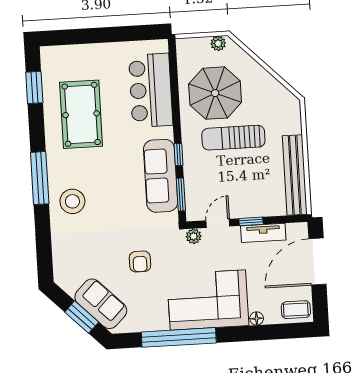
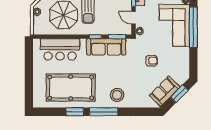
window: (34, 87) -> (75, 112), moved
pool table: (81, 114) -> (71, 88), width x1.36, depth x1.32
sofa: (101, 304) -> (165, 91), moved
window: (179, 337) -> (193, 27), moved

